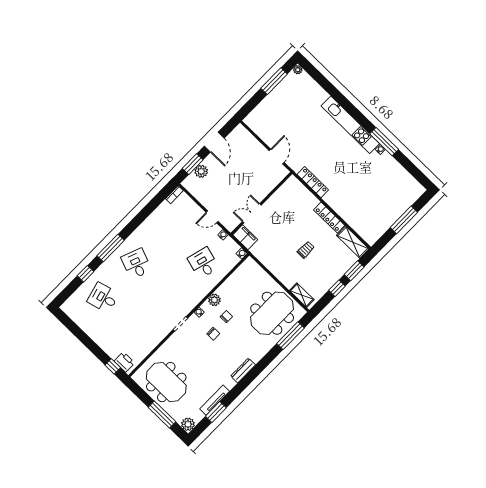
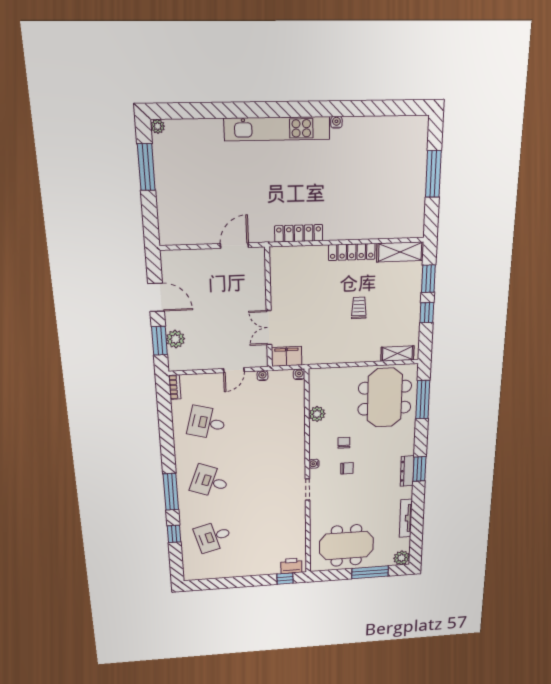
window: (384, 142) -> (332, 109), removed
door: (277, 156) -> (234, 246), hinge flipped
desk: (203, 263) -> (207, 423), moved
plant: (214, 300) -> (317, 414), moved
window: (216, 412) -> (419, 469), moved

